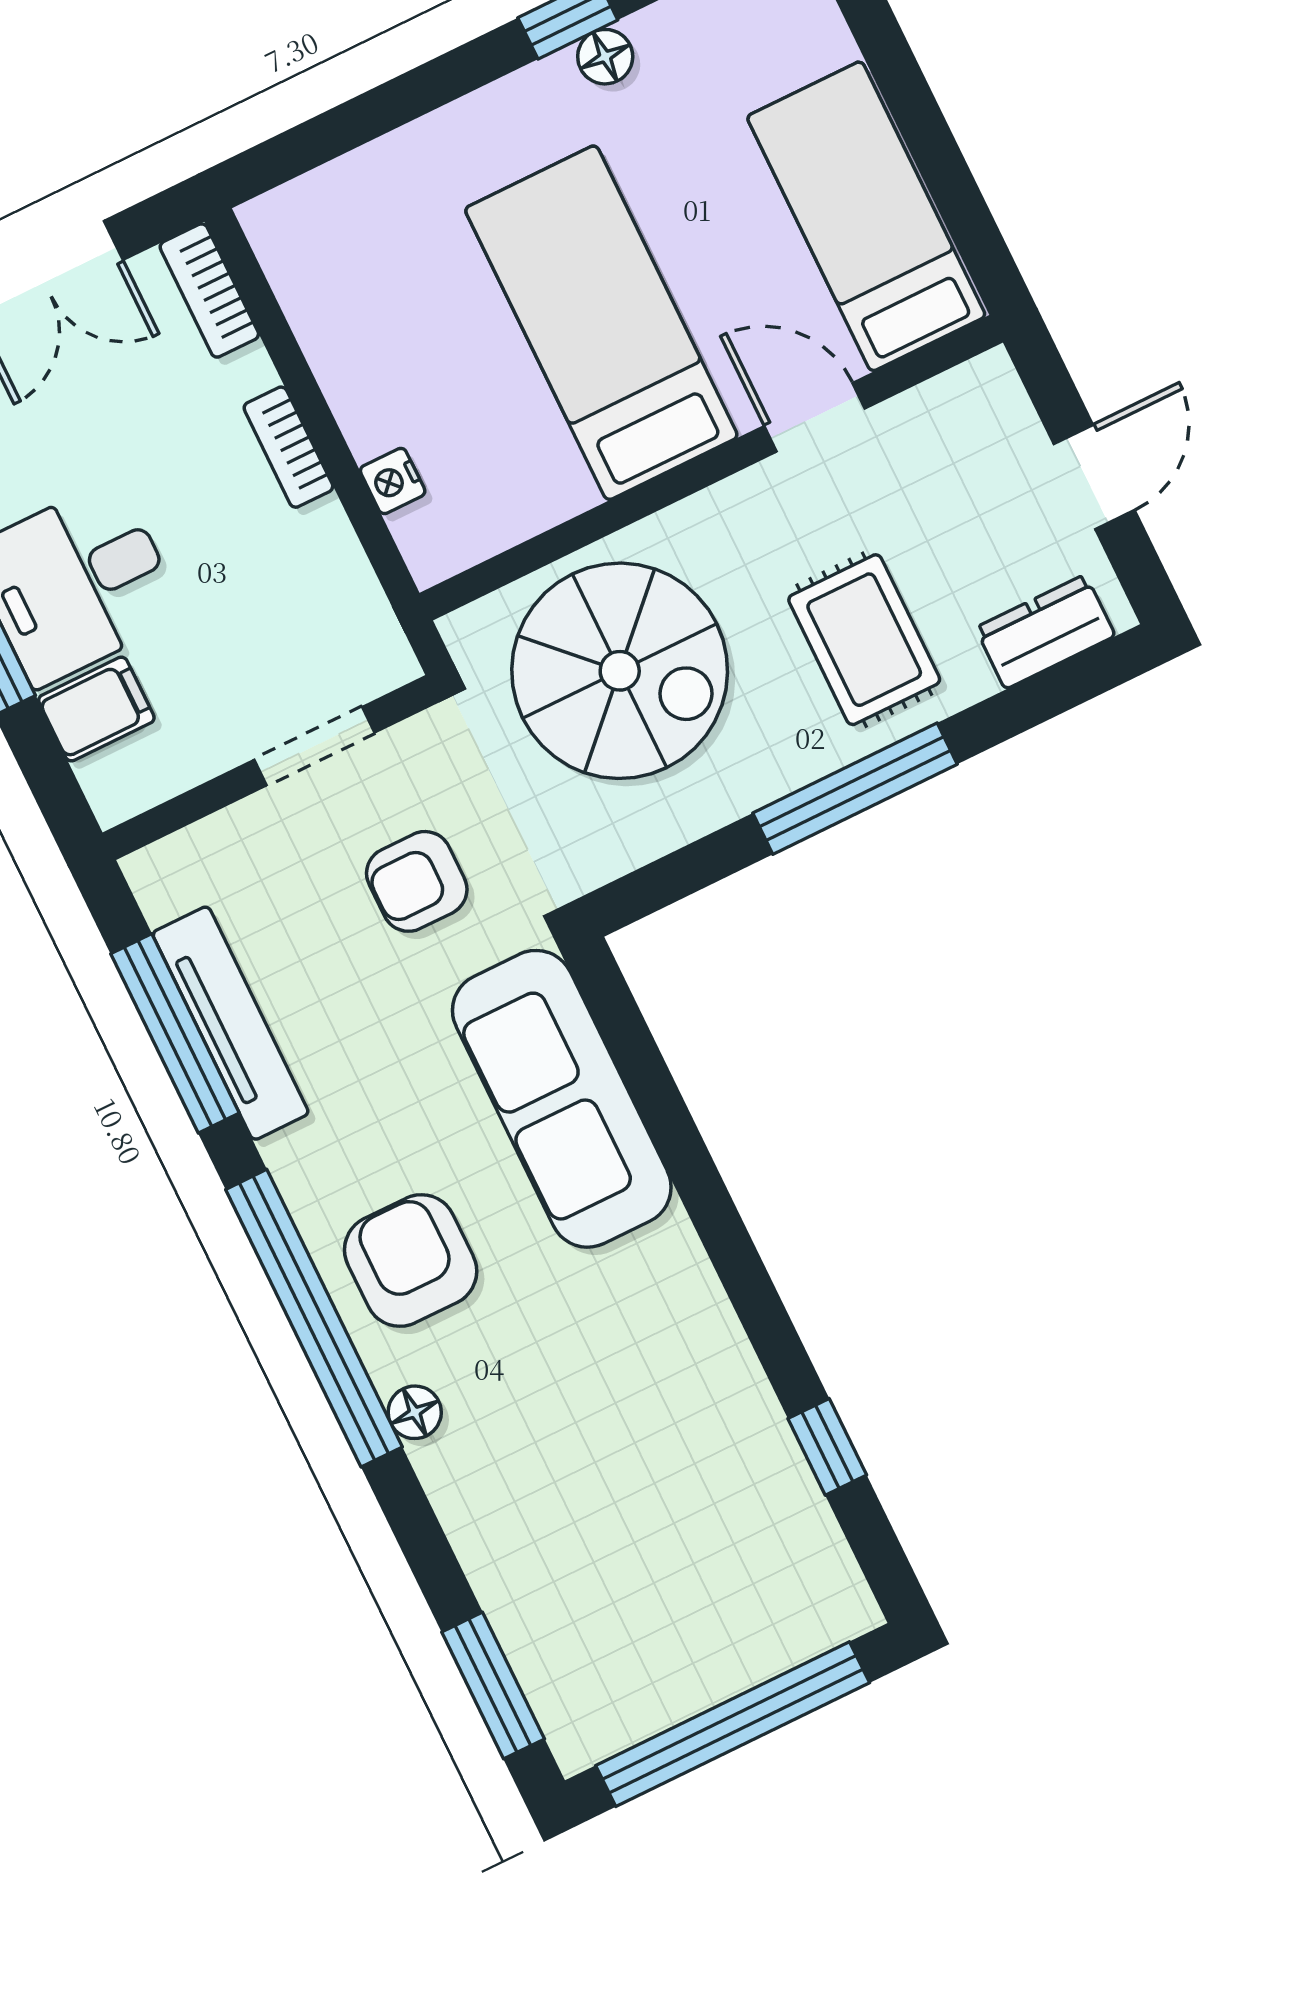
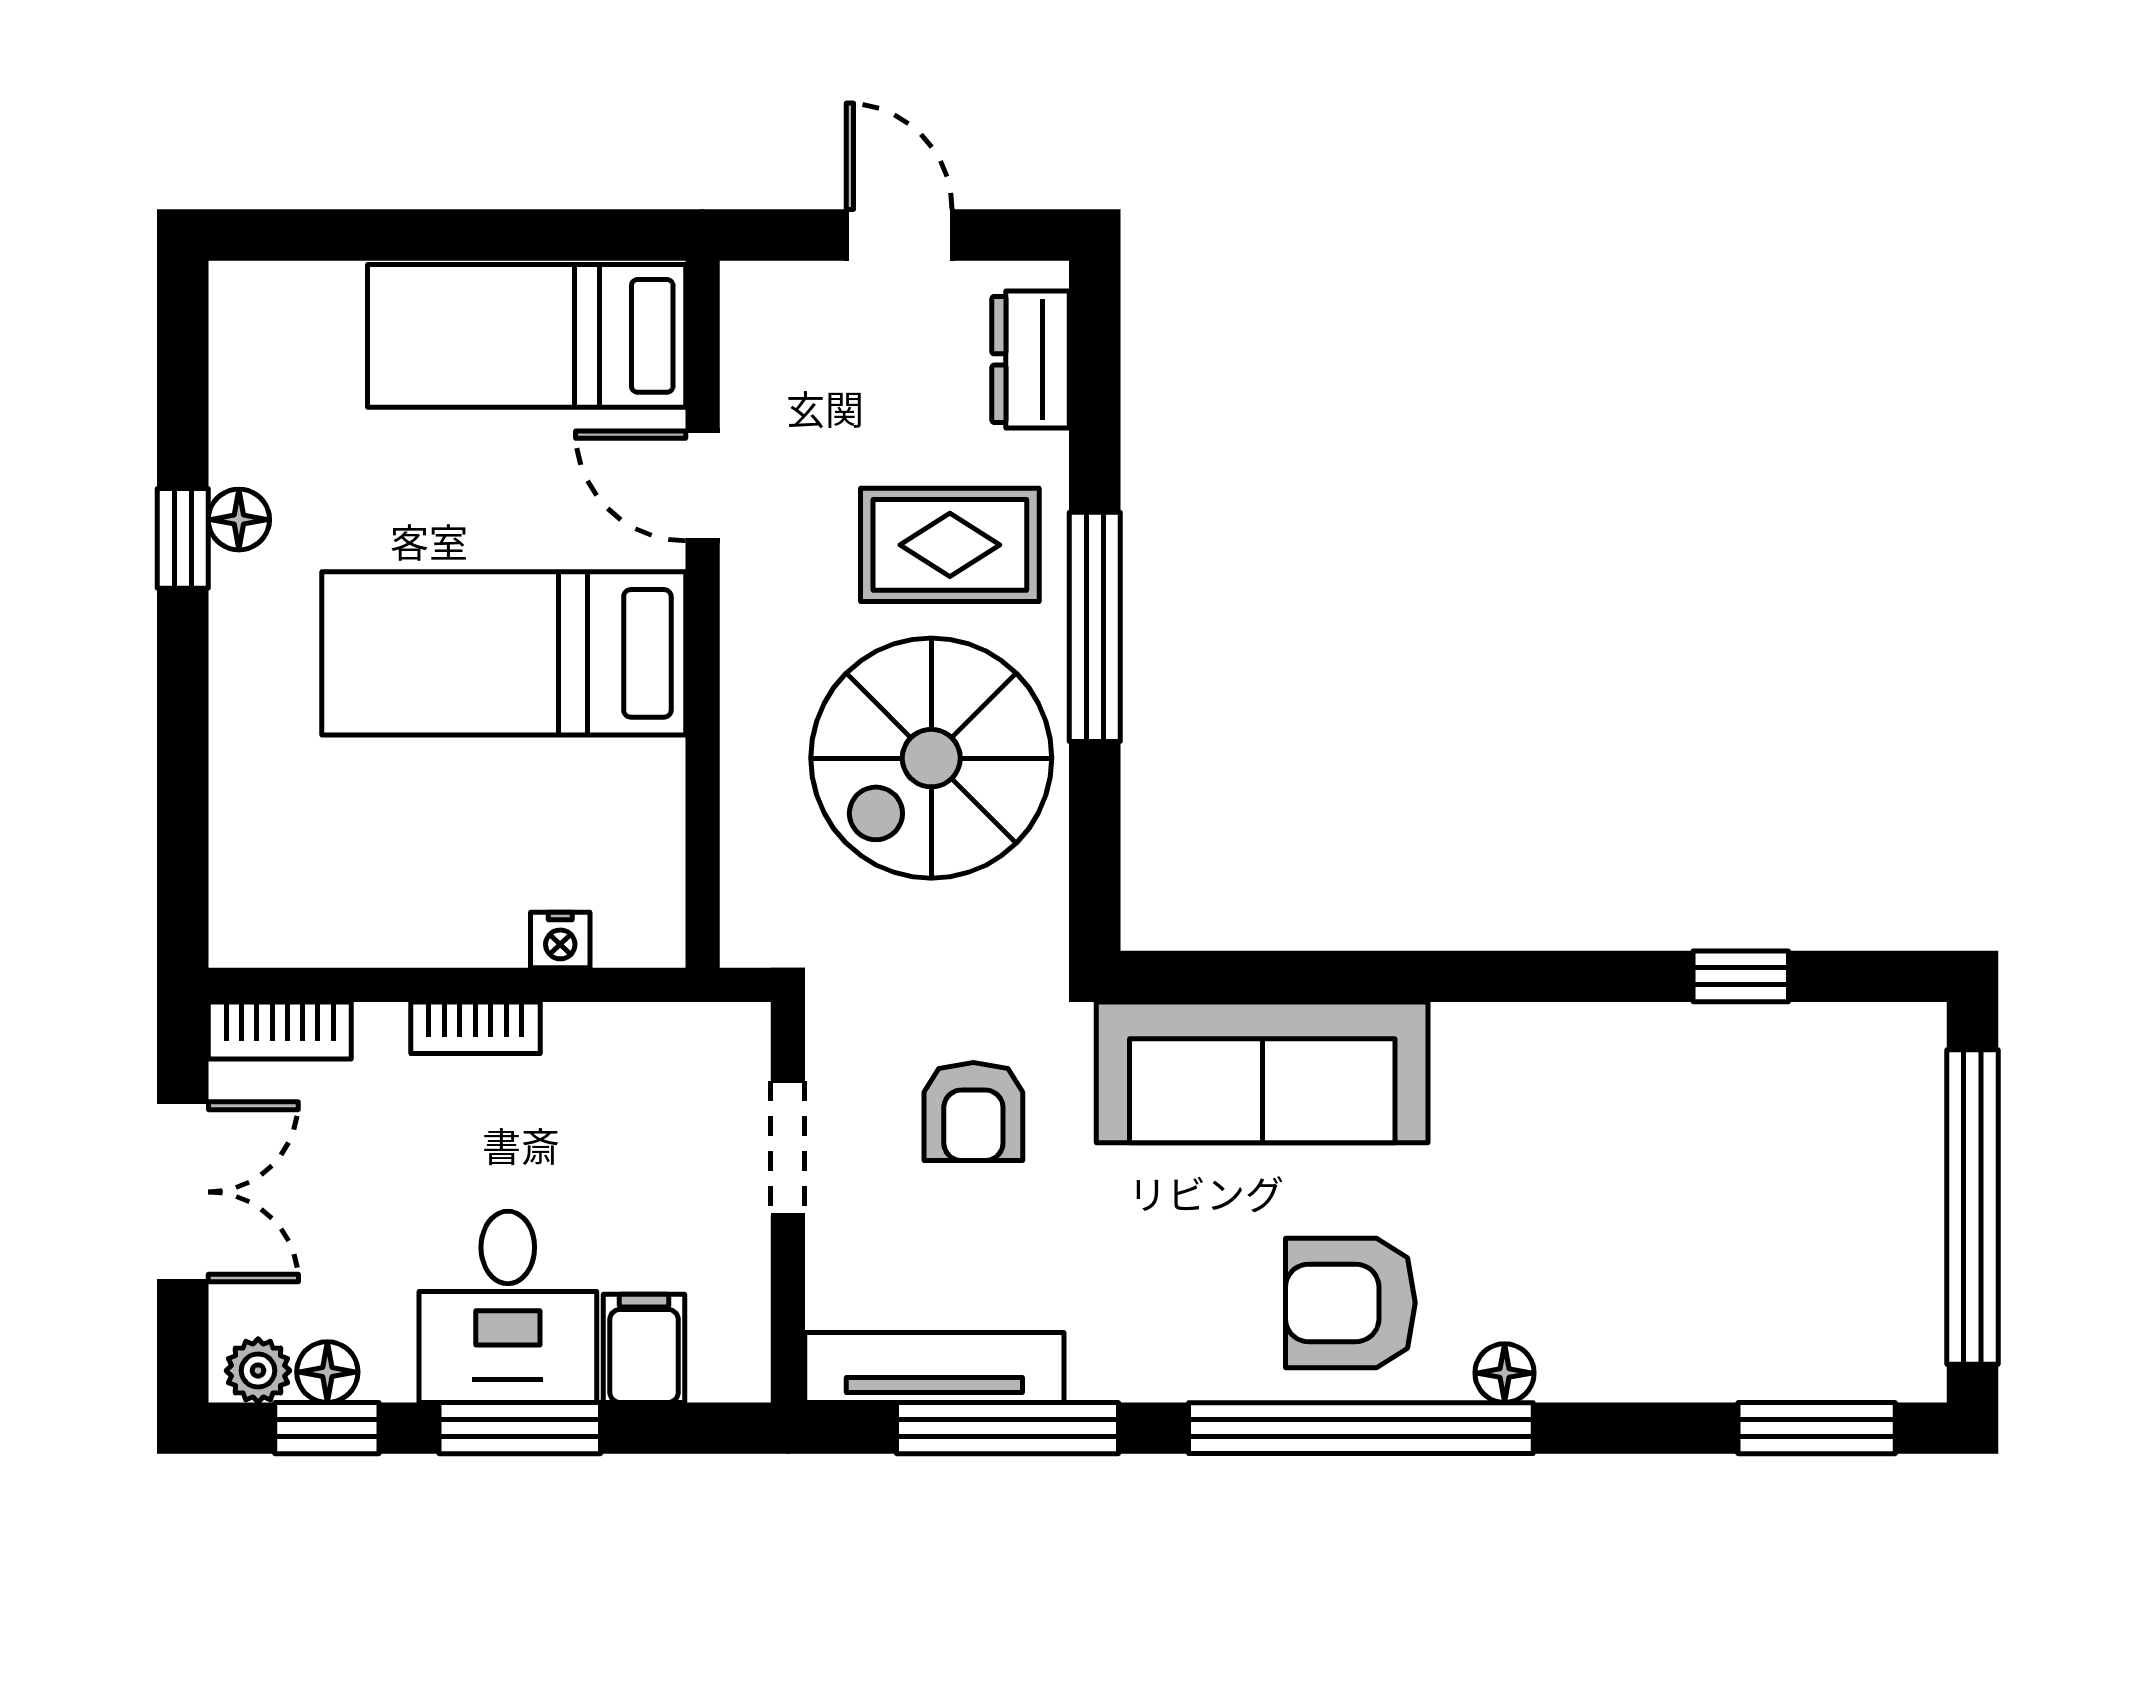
door: (815, 417) -> (703, 486), hinge flipped
spiral stairs: (620, 671) -> (931, 758), moved, turned 180
tv unit: (231, 1023) -> (934, 1367), moved

